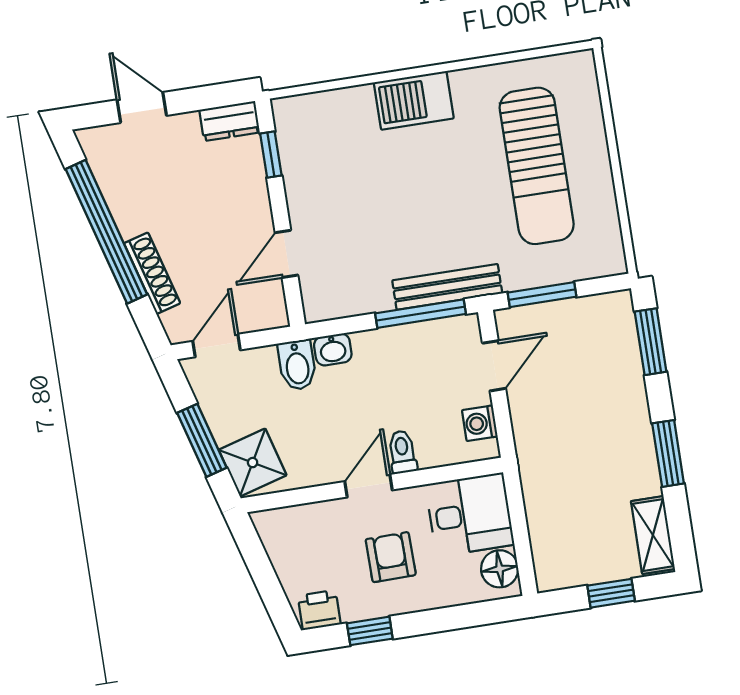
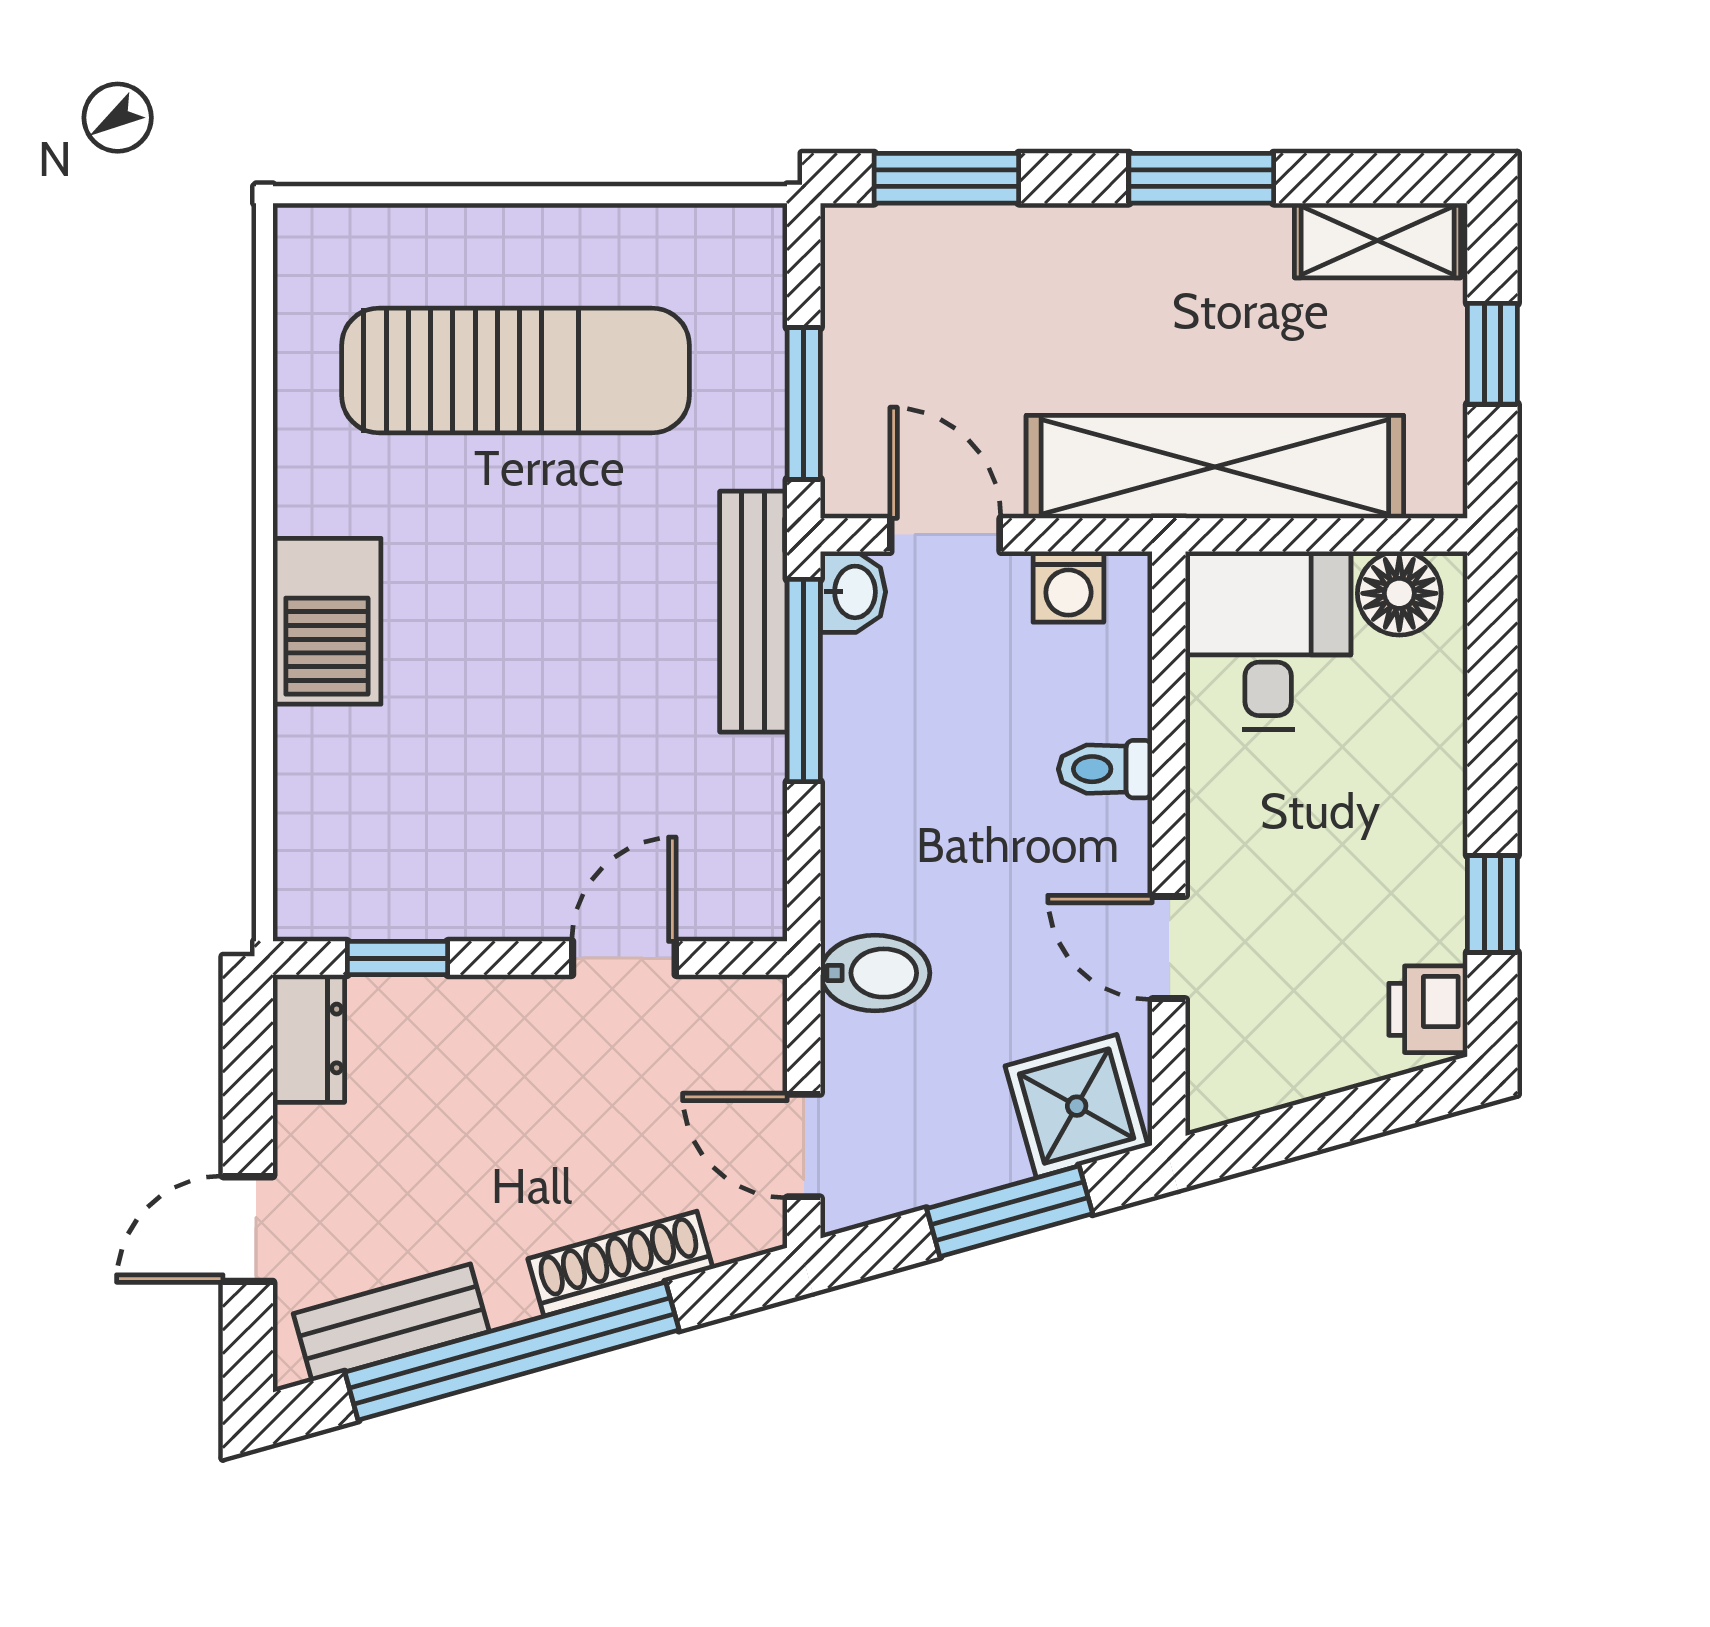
bench: (111, 177) -> (391, 1323), added
door: (286, 254) -> (624, 958), swing flipped
washbasin: (333, 350) -> (853, 592), moved
shelving: (542, 479) -> (1215, 467), added
door: (368, 486) -> (1169, 947), moved
armchair: (391, 557) -> (1335, 832), removed

